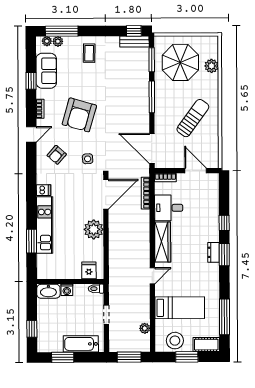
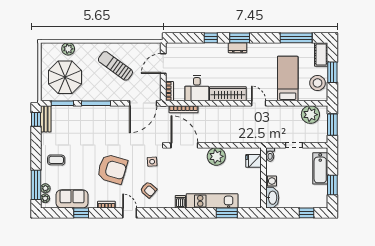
plant: (145, 328) -> (310, 115), width x1.88, depth x1.88

